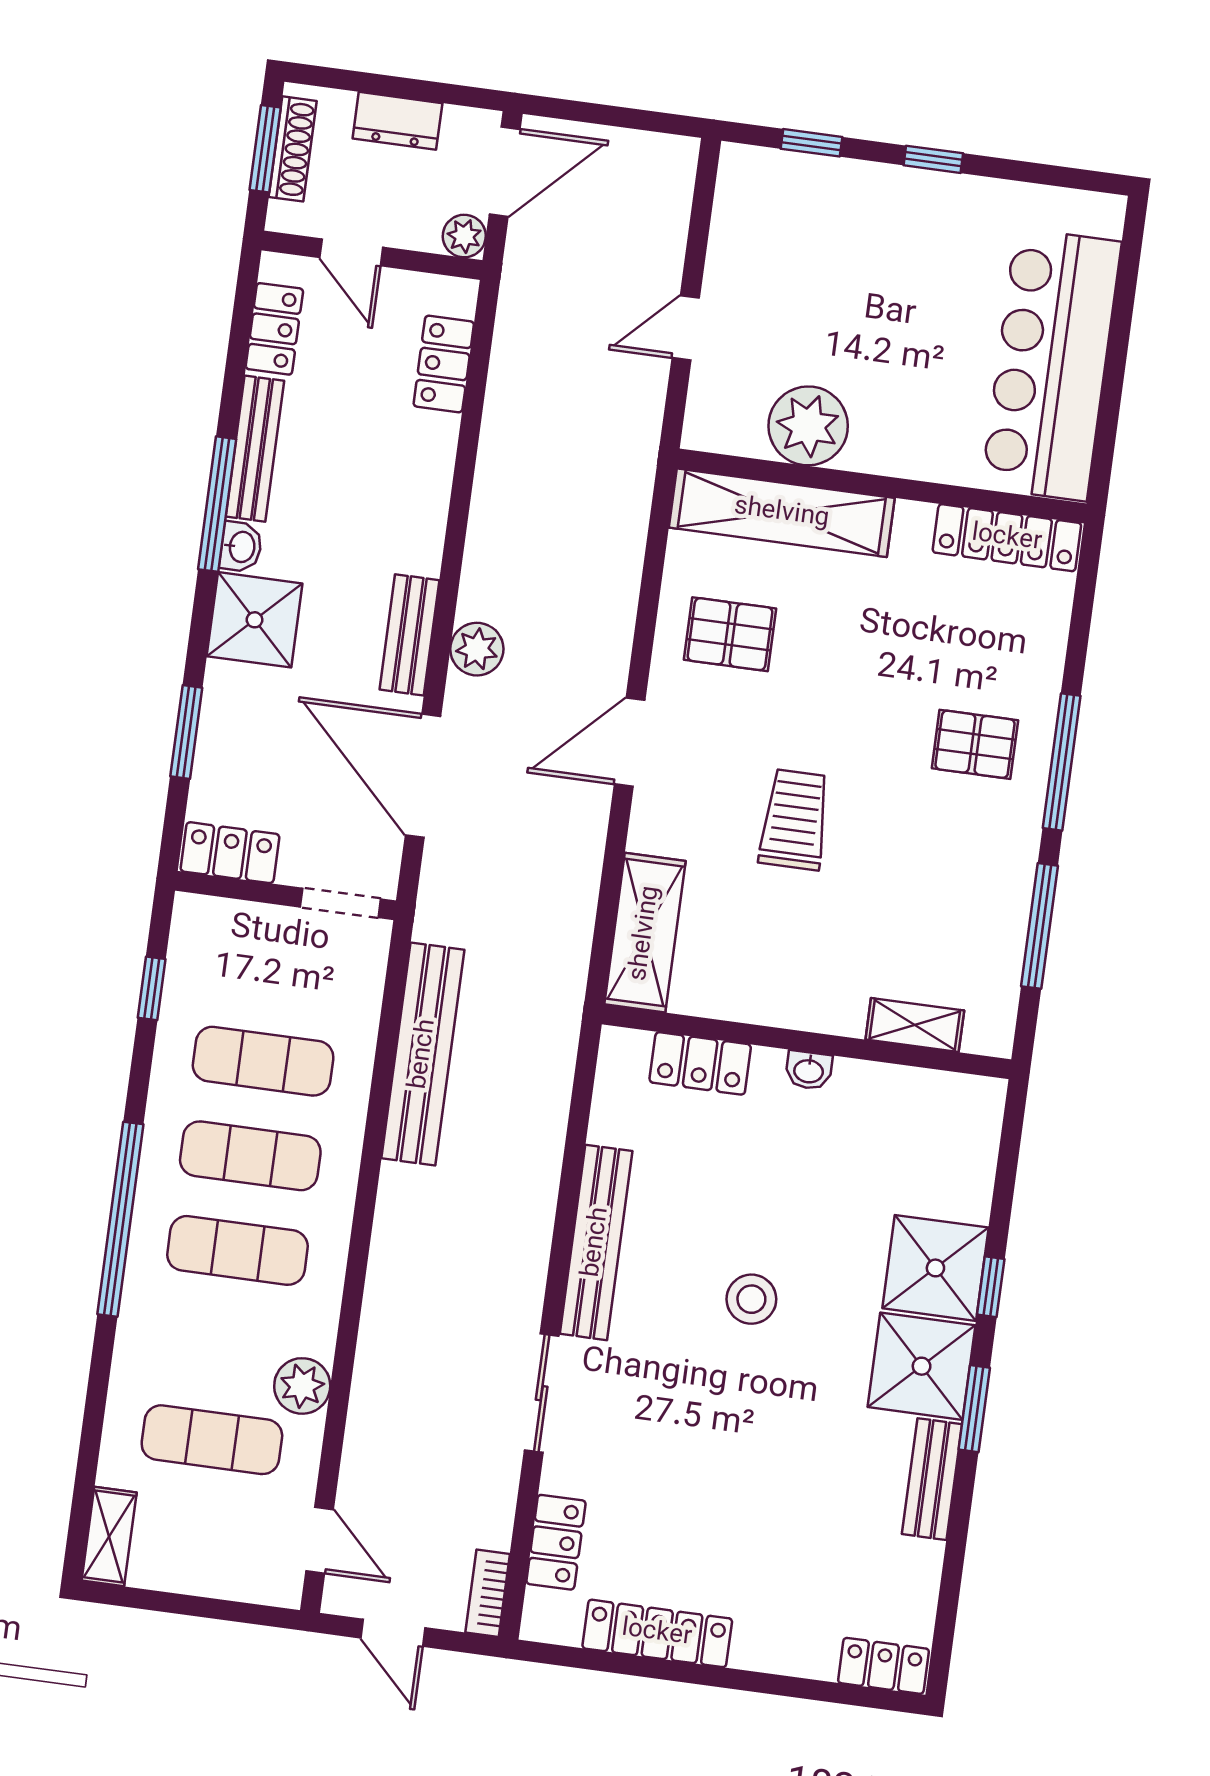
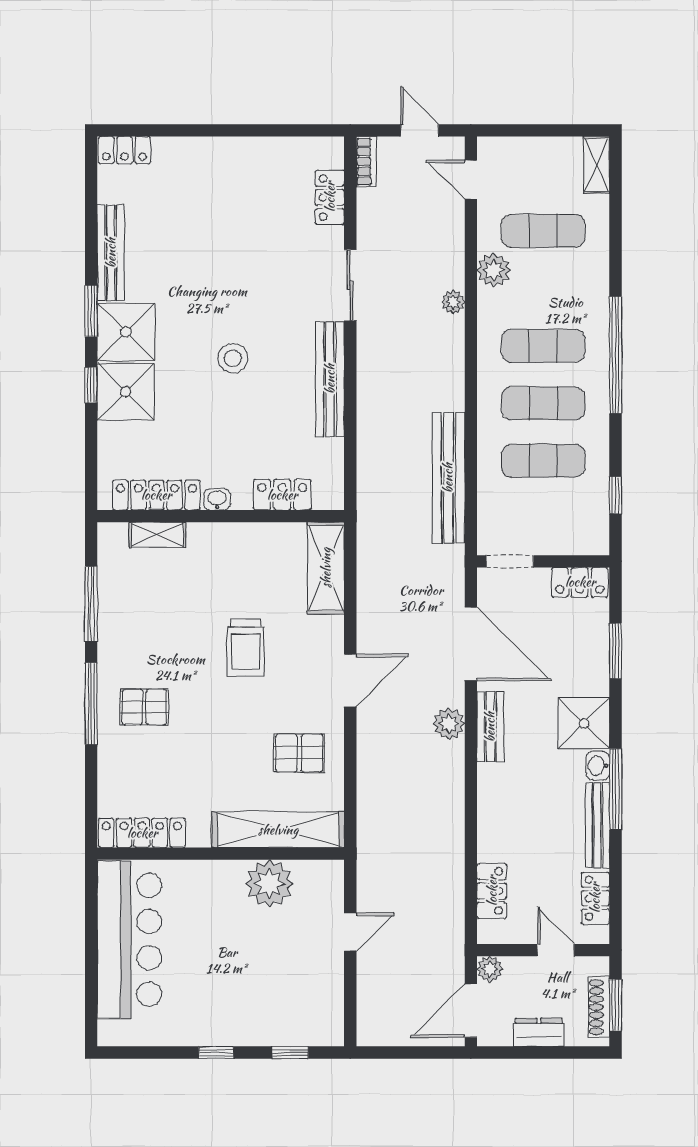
plant: (376, 1343) -> (453, 302), added
bench: (932, 1479) -> (111, 253), width x1.36
locker: (657, 1633) -> (156, 495), moved, turned 180

